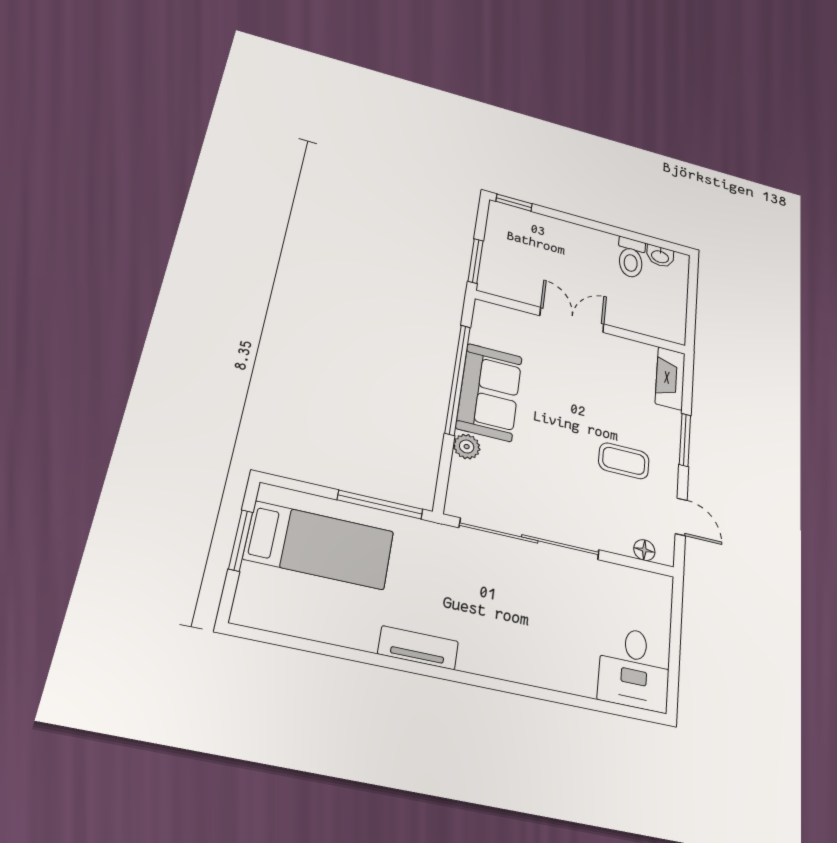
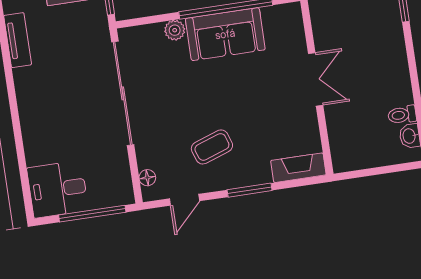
toilet: (631, 258) -> (402, 115), width x0.73, depth x0.72
coffee table: (624, 461) -> (212, 147), turned 71
window: (675, 635) -> (92, 214), added

